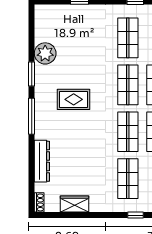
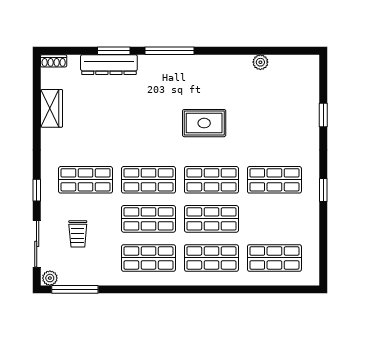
plant: (45, 53) -> (260, 62), width x0.53, depth x0.53
window: (32, 74) -> (114, 51), moved
rug: (74, 99) -> (204, 123), moved, turned 90

